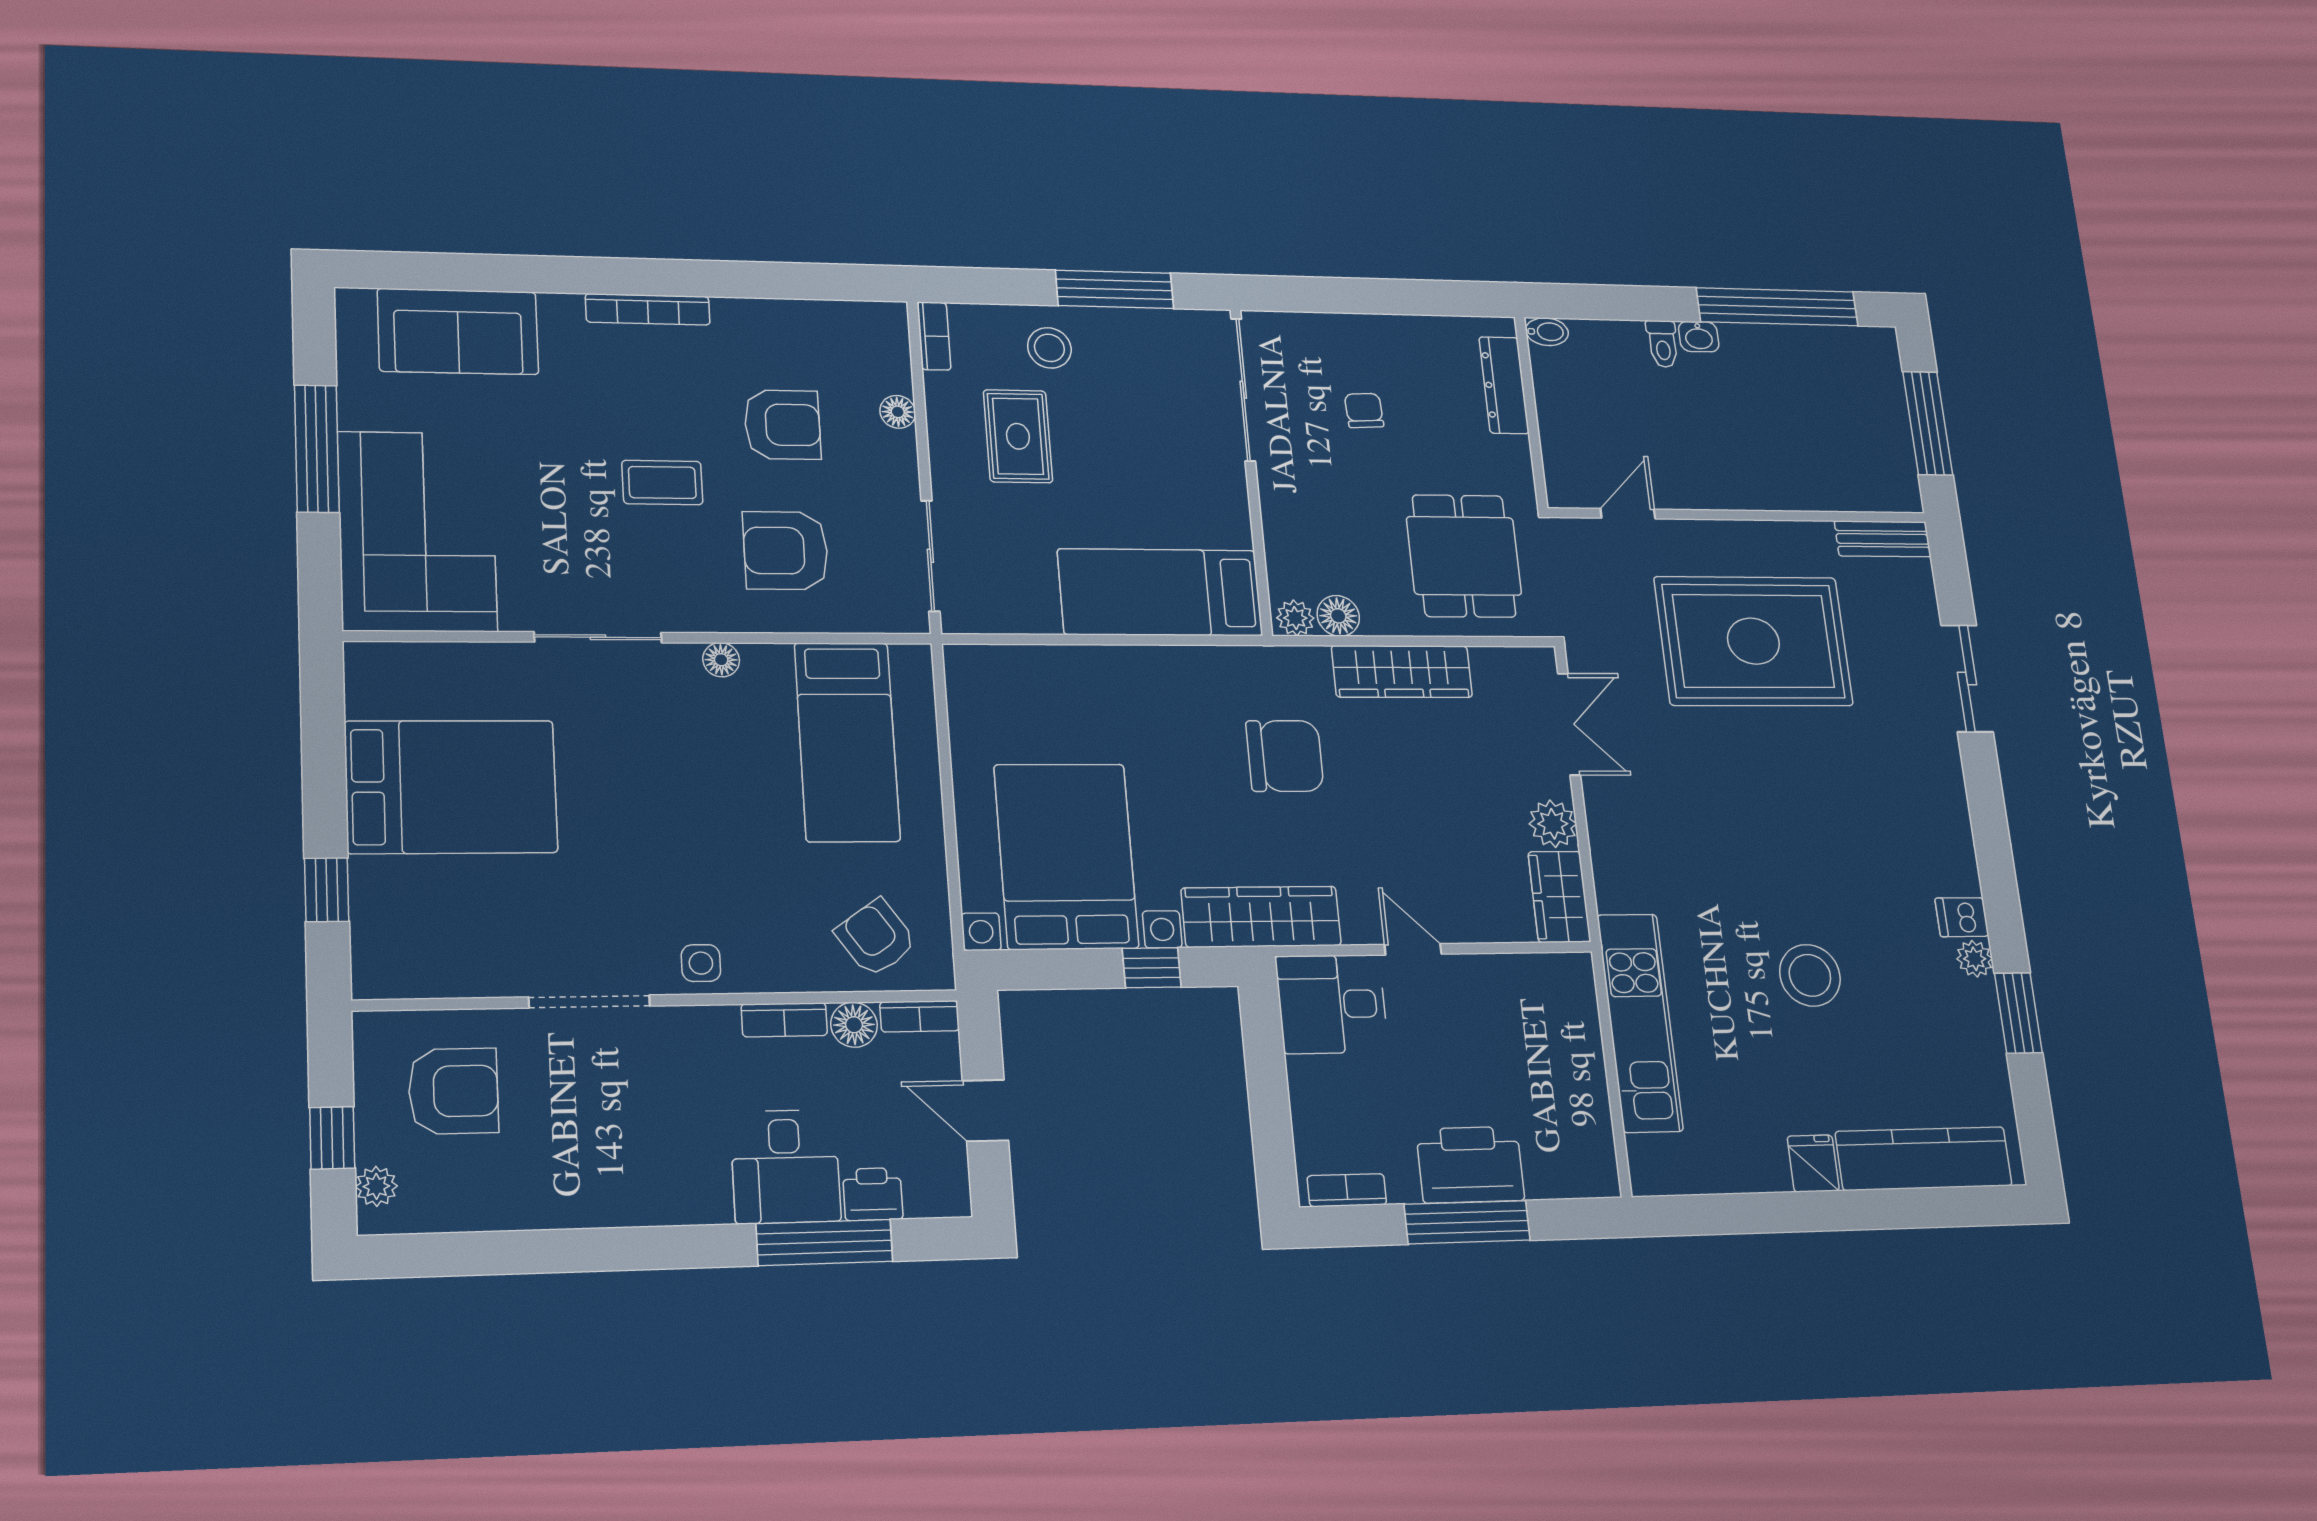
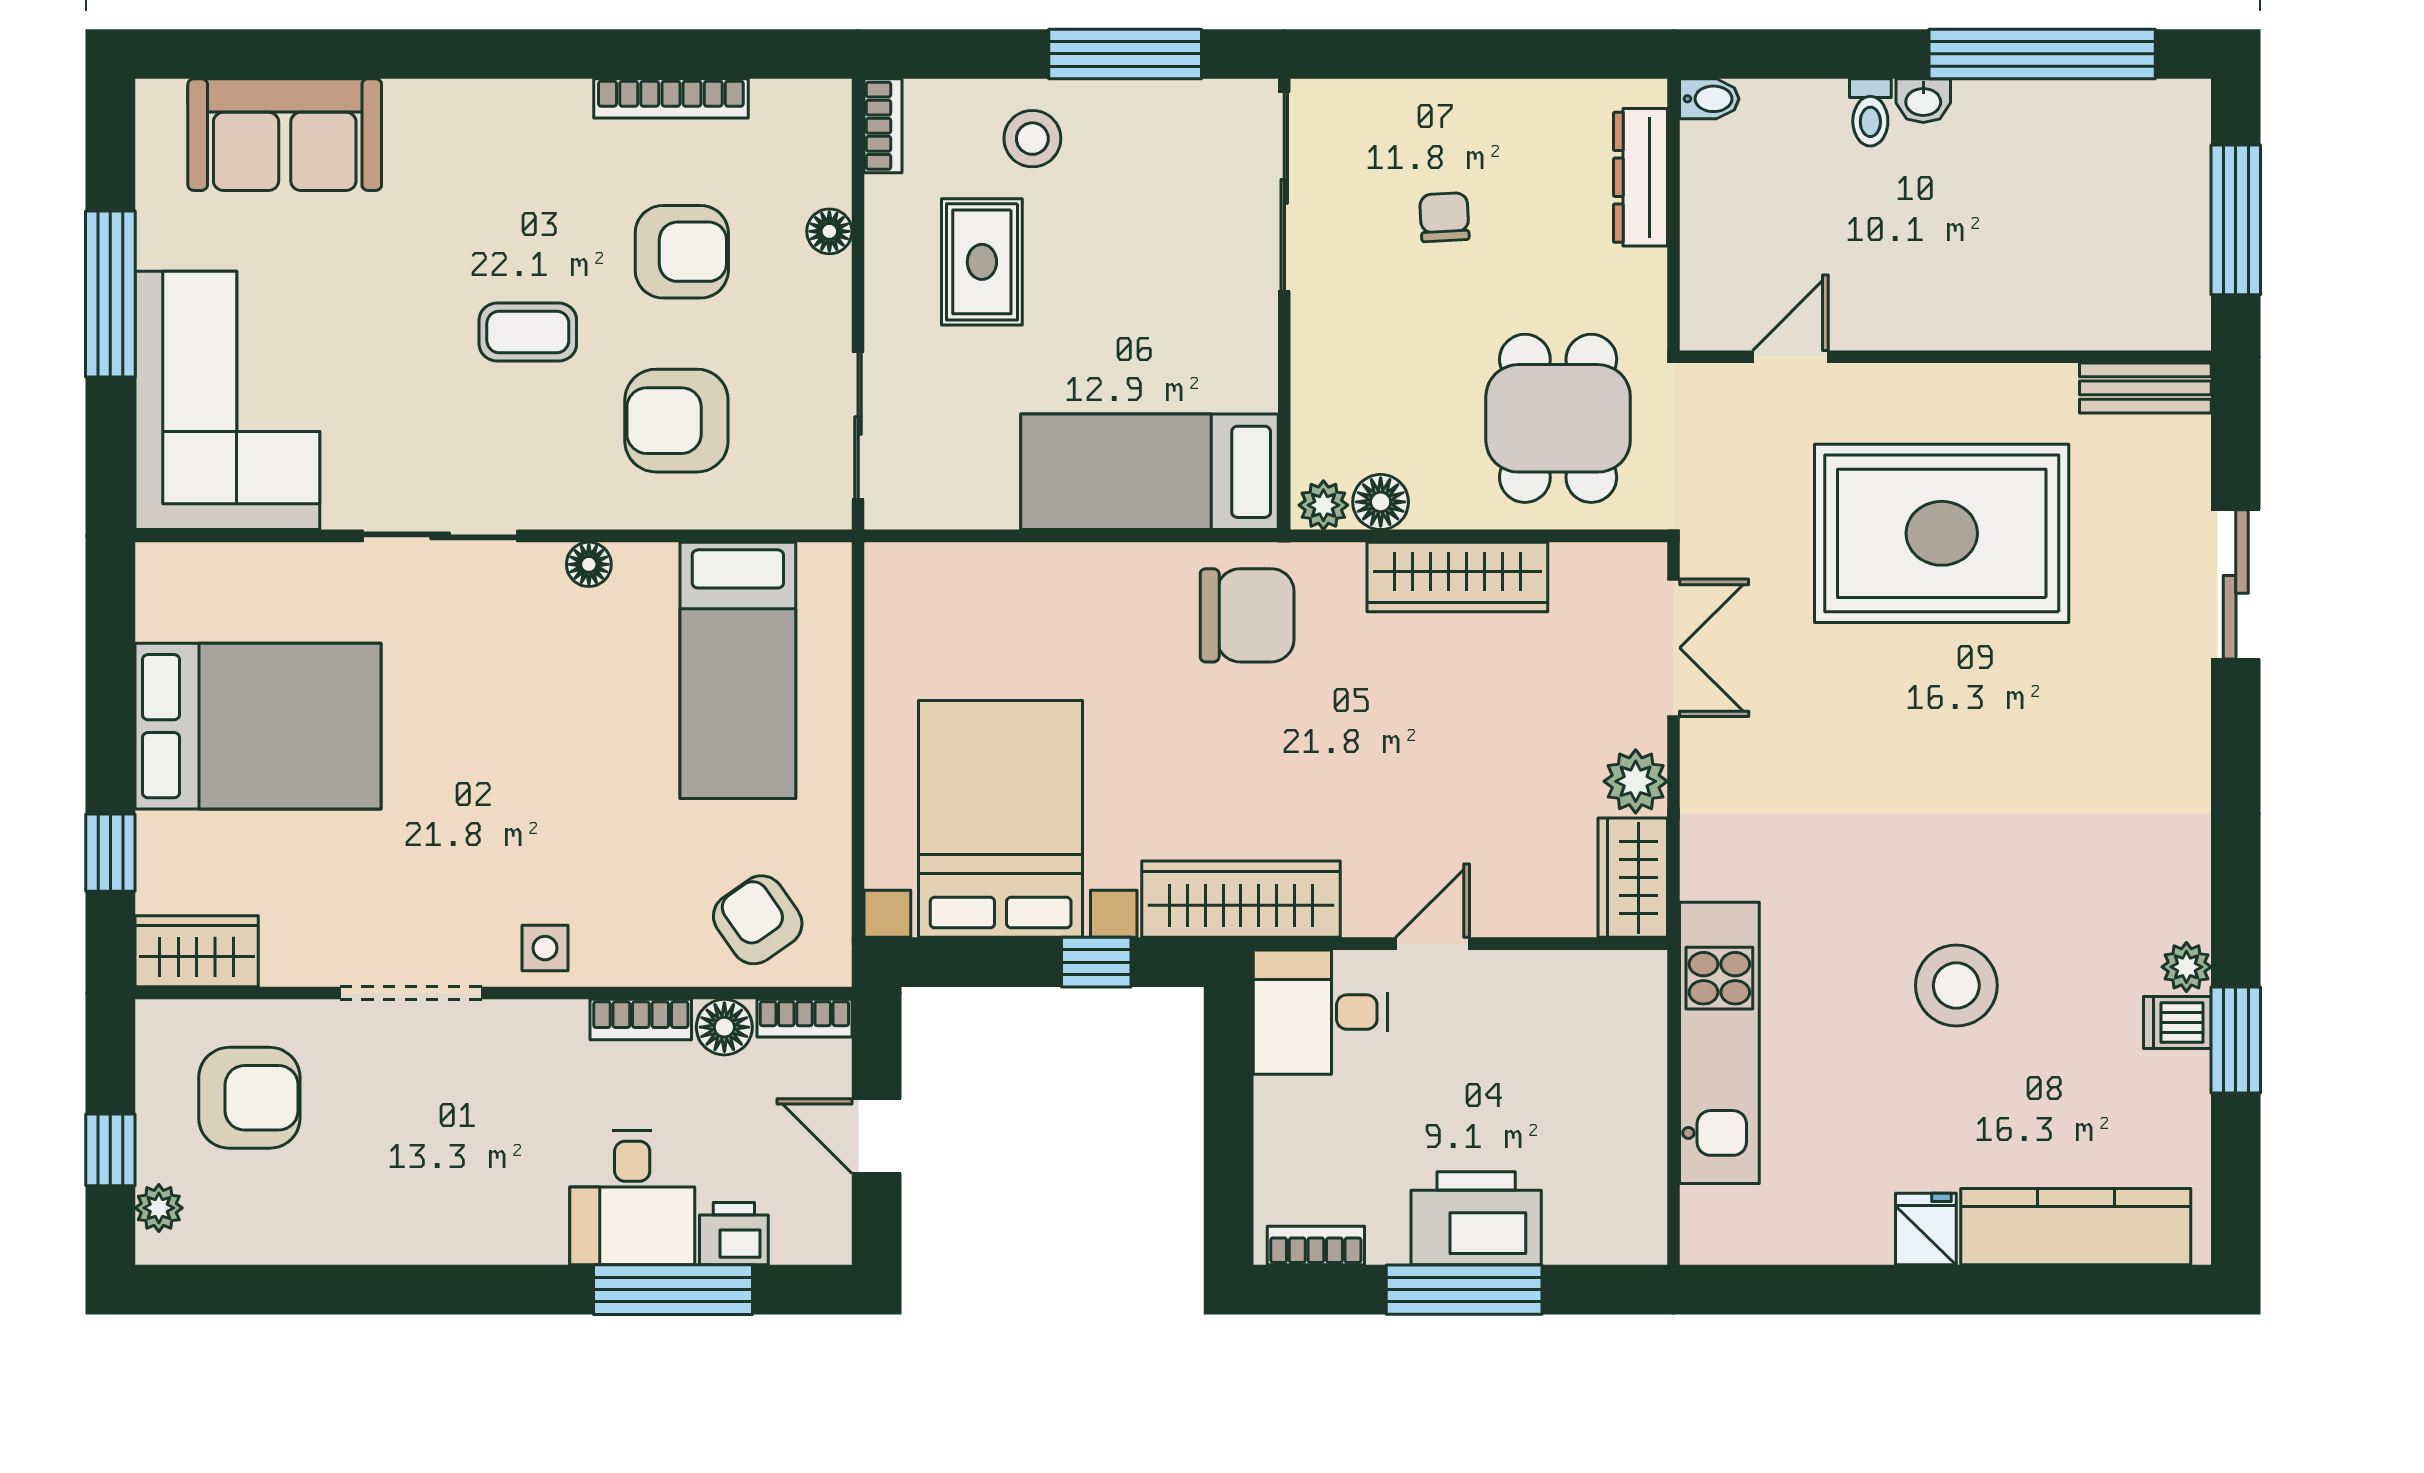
bookcase: (648, 309) -> (671, 98), moved
chair: (1285, 756) -> (1247, 615), moved
dishwasher: (1962, 917) -> (2177, 1023), moved
door: (1413, 949) -> (1432, 944), hinge flipped
wardrobe: (404, 970) -> (197, 951), added

